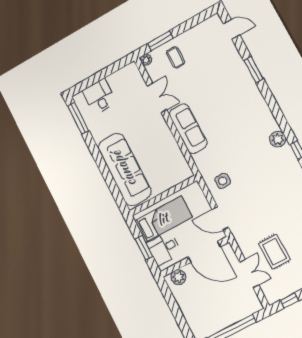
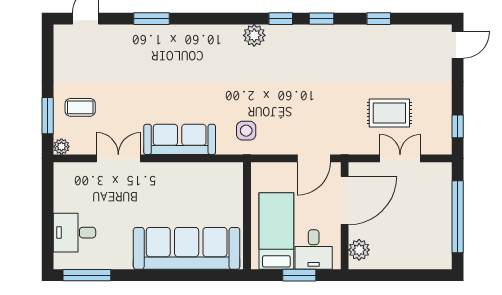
side table: (223, 181) -> (246, 131), moved

